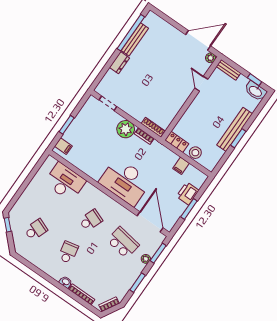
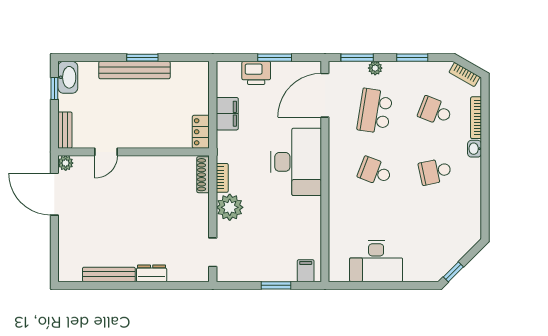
window: (131, 33) -> (104, 285), removed
stool: (195, 153) -> (198, 99), removed
filing cabinet: (181, 166) -> (227, 114), width x2.00
desk: (65, 182) -> (376, 261), moved, turned -90
school desk: (36, 230) -> (435, 111), moved

